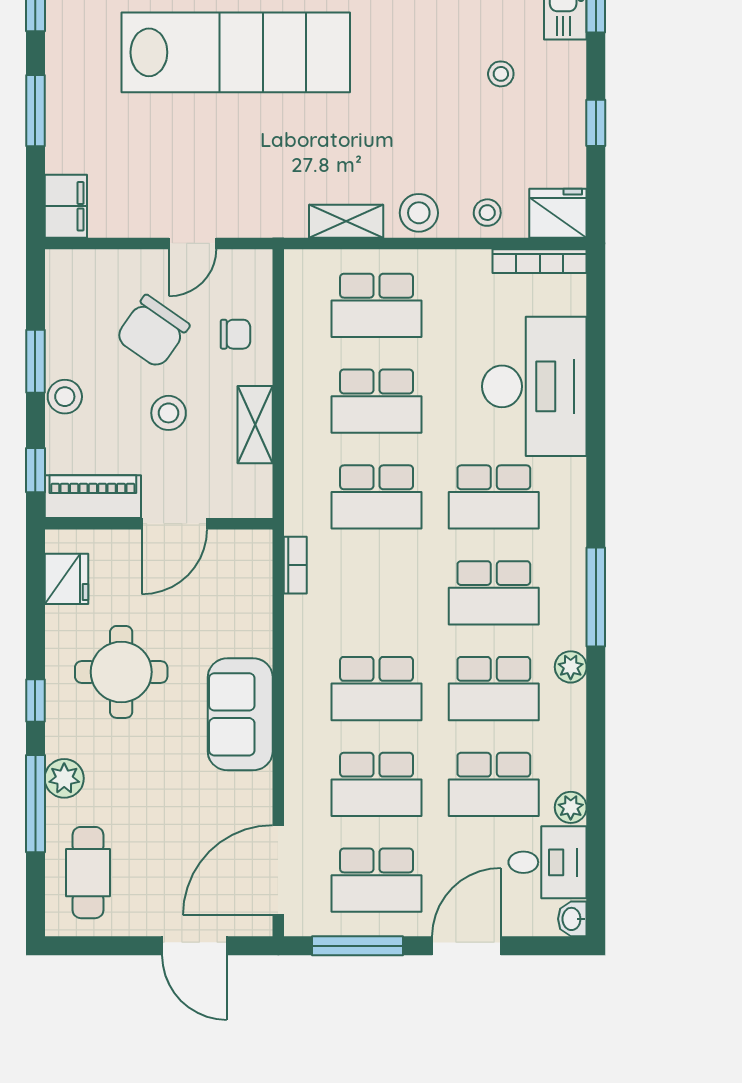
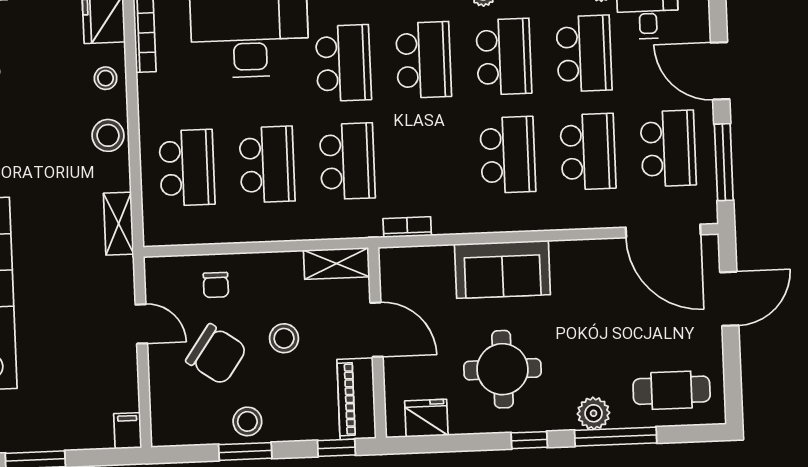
filing cabinet: (66, 206) -> (128, 431), width x0.50
shelving: (346, 221) -> (119, 224), moved
chair: (235, 334) -> (216, 285), turned 180
stool: (65, 397) -> (247, 421), moved
shelving: (255, 425) -> (337, 263), moved
sofa: (240, 714) -> (502, 269), moved

